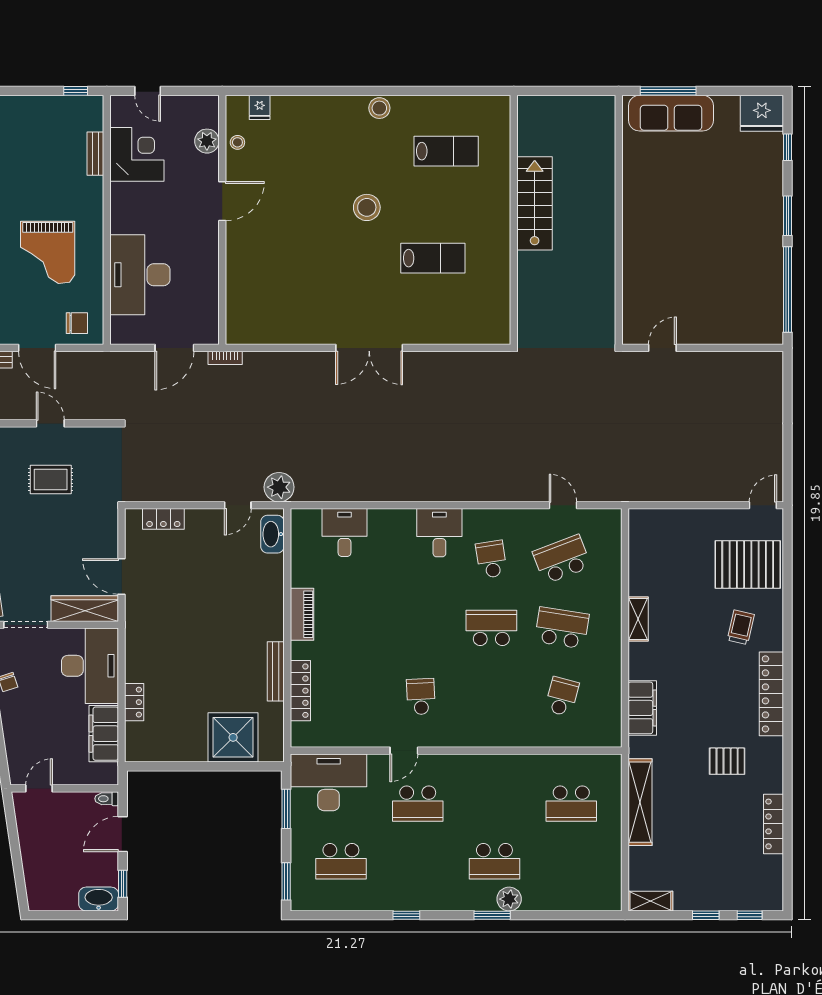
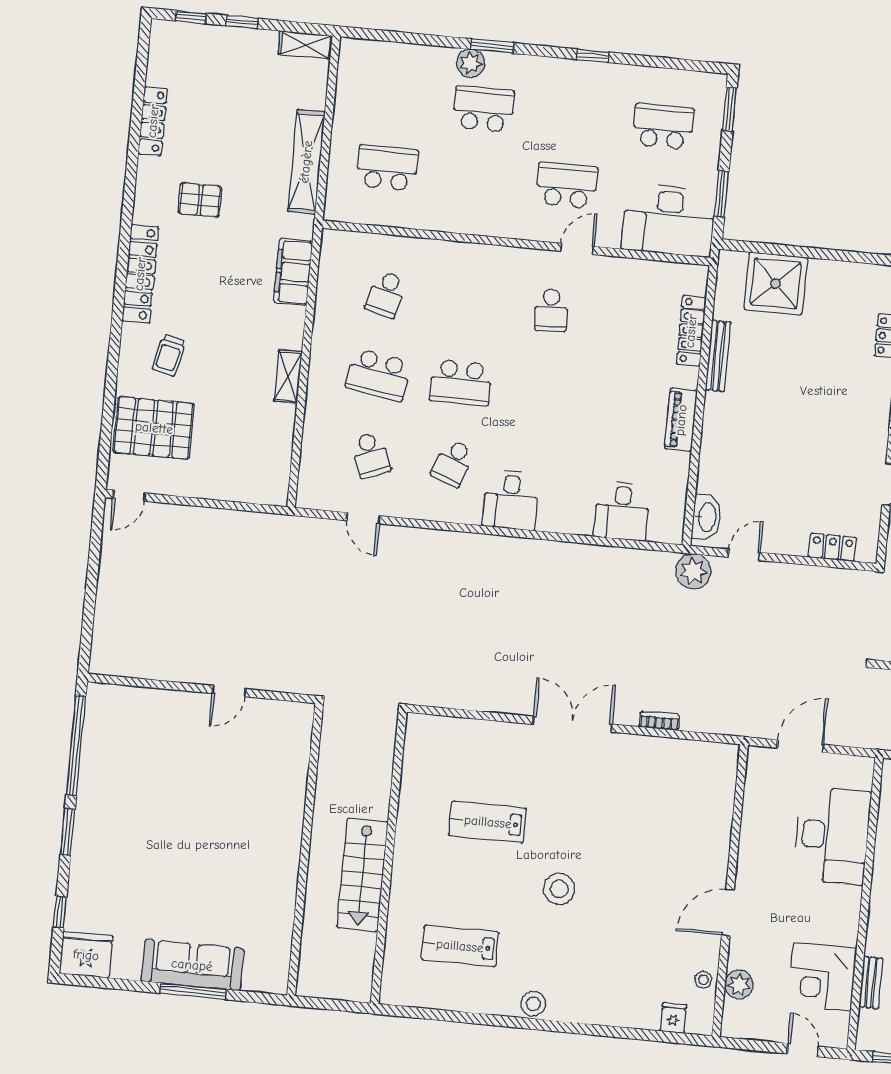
wall: (619, 220) -> (305, 850), moved
bookcase: (225, 358) -> (659, 721), moved
school desk: (491, 559) -> (453, 463), turned 30
school desk: (562, 559) -> (371, 455), width x0.54

